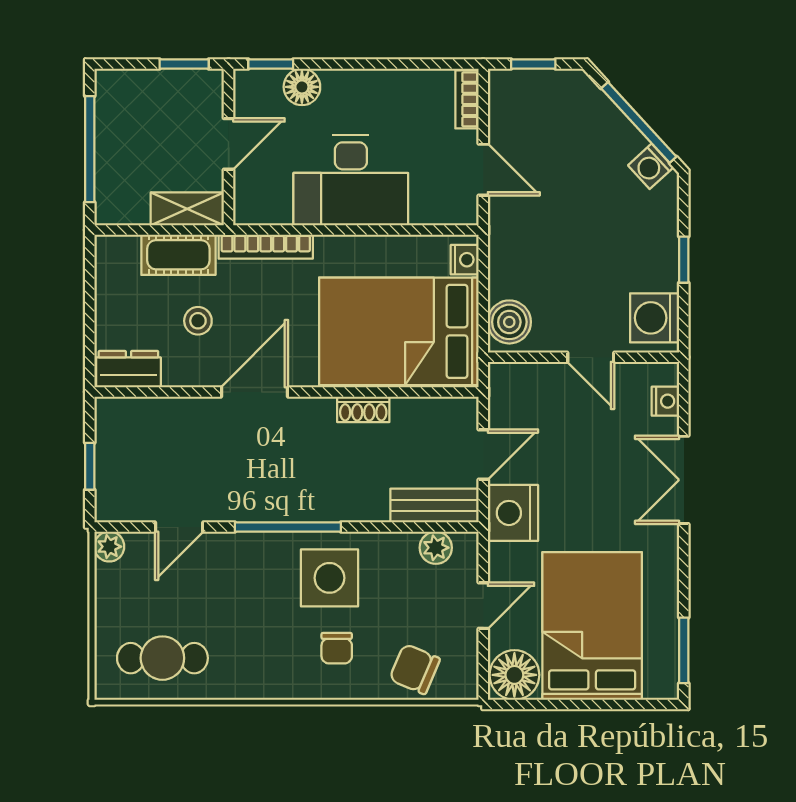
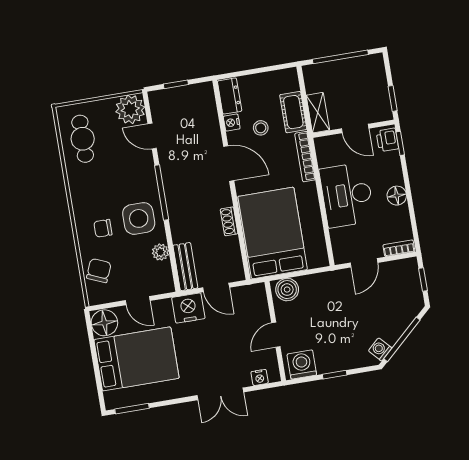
printer: (260, 87) -> (387, 140), added
floor lamp: (302, 87) -> (397, 196), moved
nightstand: (465, 260) -> (232, 122), moved, turned 90
double door: (684, 480) -> (220, 394), swing flipped
plant: (109, 547) -> (130, 109), width x1.88, depth x1.88
plant: (436, 548) -> (160, 252), moved

